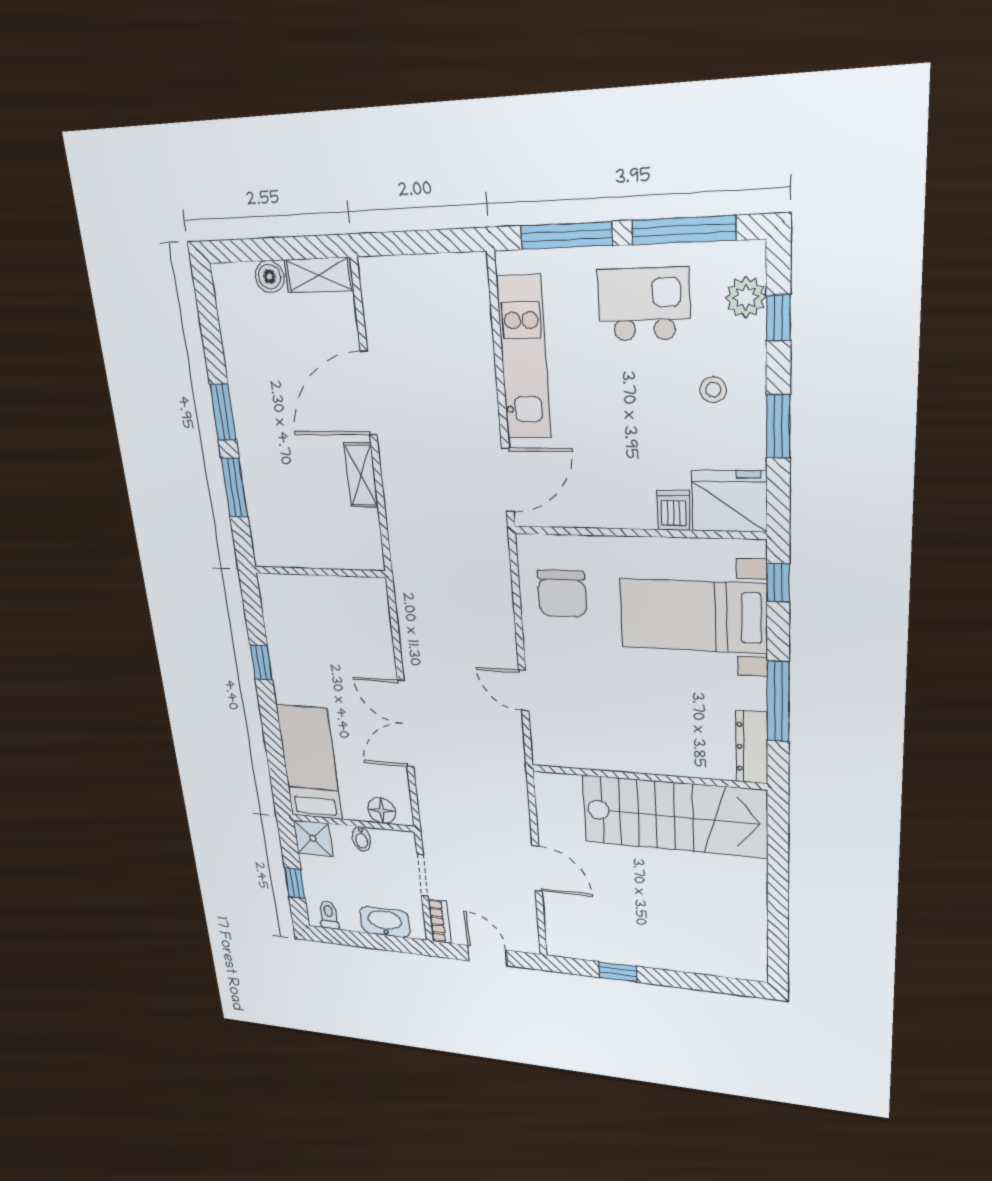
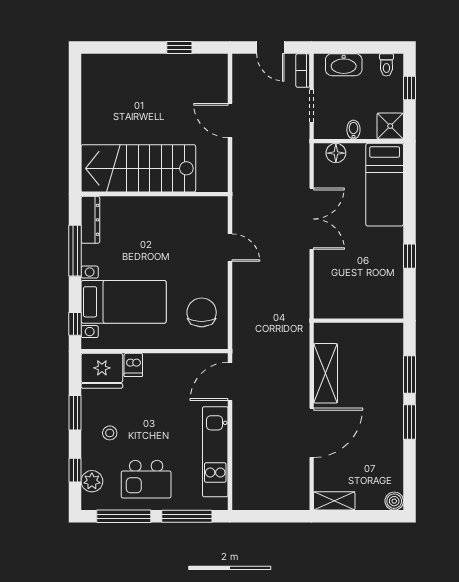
boiler: (270, 277) -> (394, 501), moved
shelving: (361, 475) -> (326, 373), width x1.50, depth x1.33

